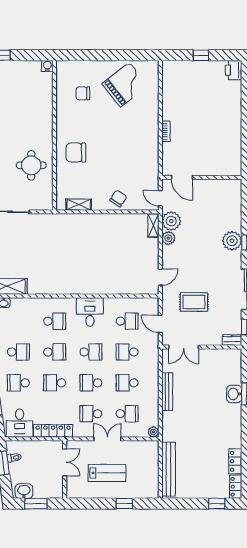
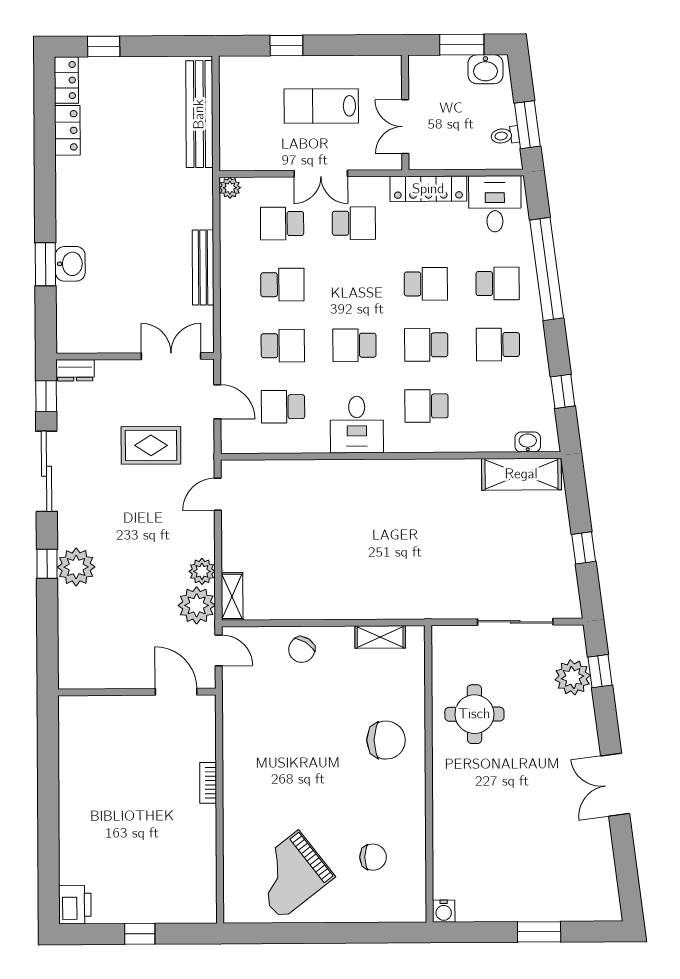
school desk: (91, 383) -> (354, 284), removed

